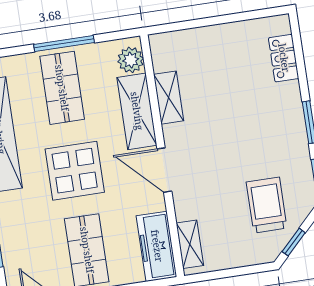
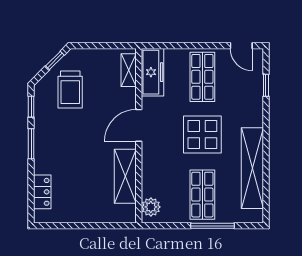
window: (64, 43) -> (213, 226), moved
shelving: (169, 98) -> (125, 176), width x1.50, depth x1.33
shelving: (137, 111) -> (152, 170), removed
door: (164, 170) -> (139, 125), swing flipped

